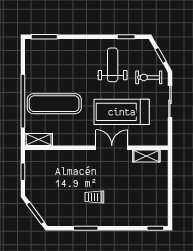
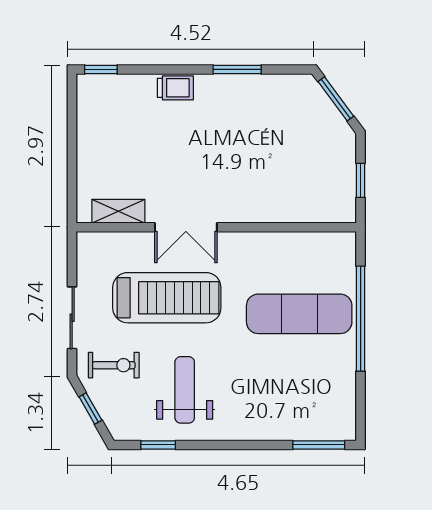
weight bench: (113, 65) -> (185, 390), turned 180
shelving: (39, 140) -> (330, 243), removed
trolley: (94, 197) -> (175, 88), moved

